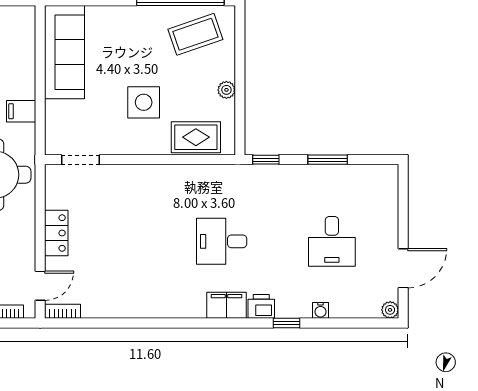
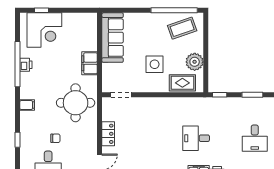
plant: (226, 90) -> (195, 62), width x1.88, depth x1.88
filing cabinet: (21, 111) -> (89, 63), width x2.00

